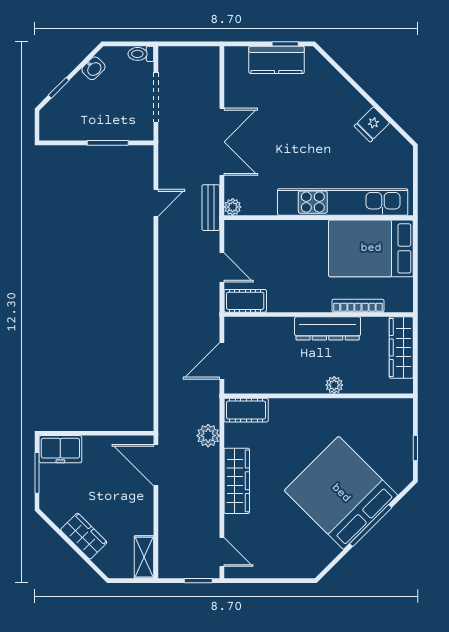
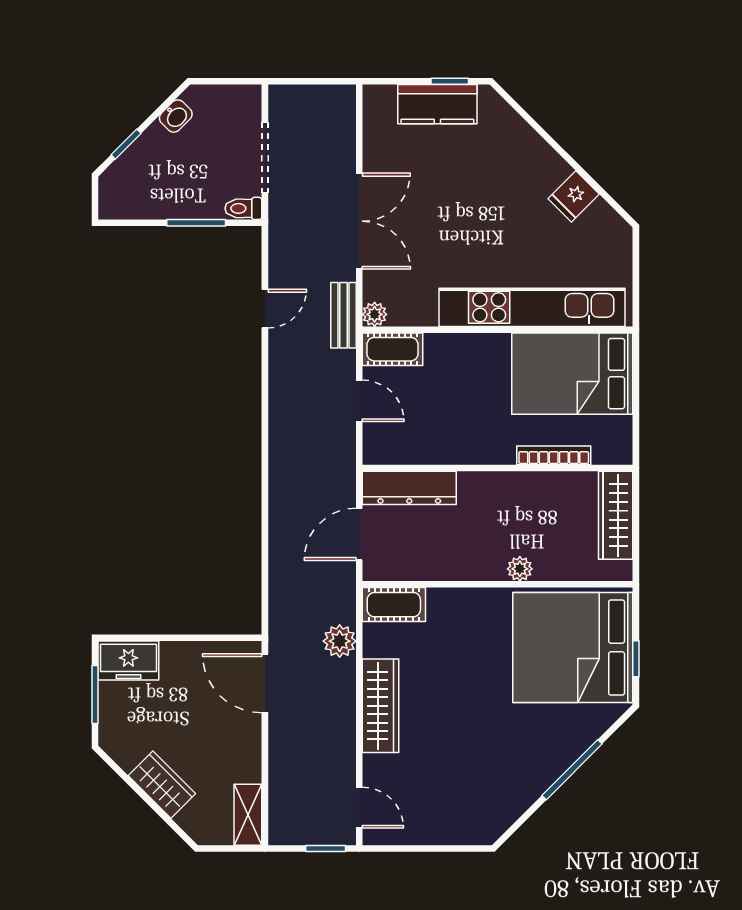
toilet: (141, 54) -> (243, 208), moved
cot: (245, 301) -> (392, 349), moved
dresser: (328, 328) -> (409, 488), moved
bed: (341, 493) -> (573, 648), moved, turned -45

